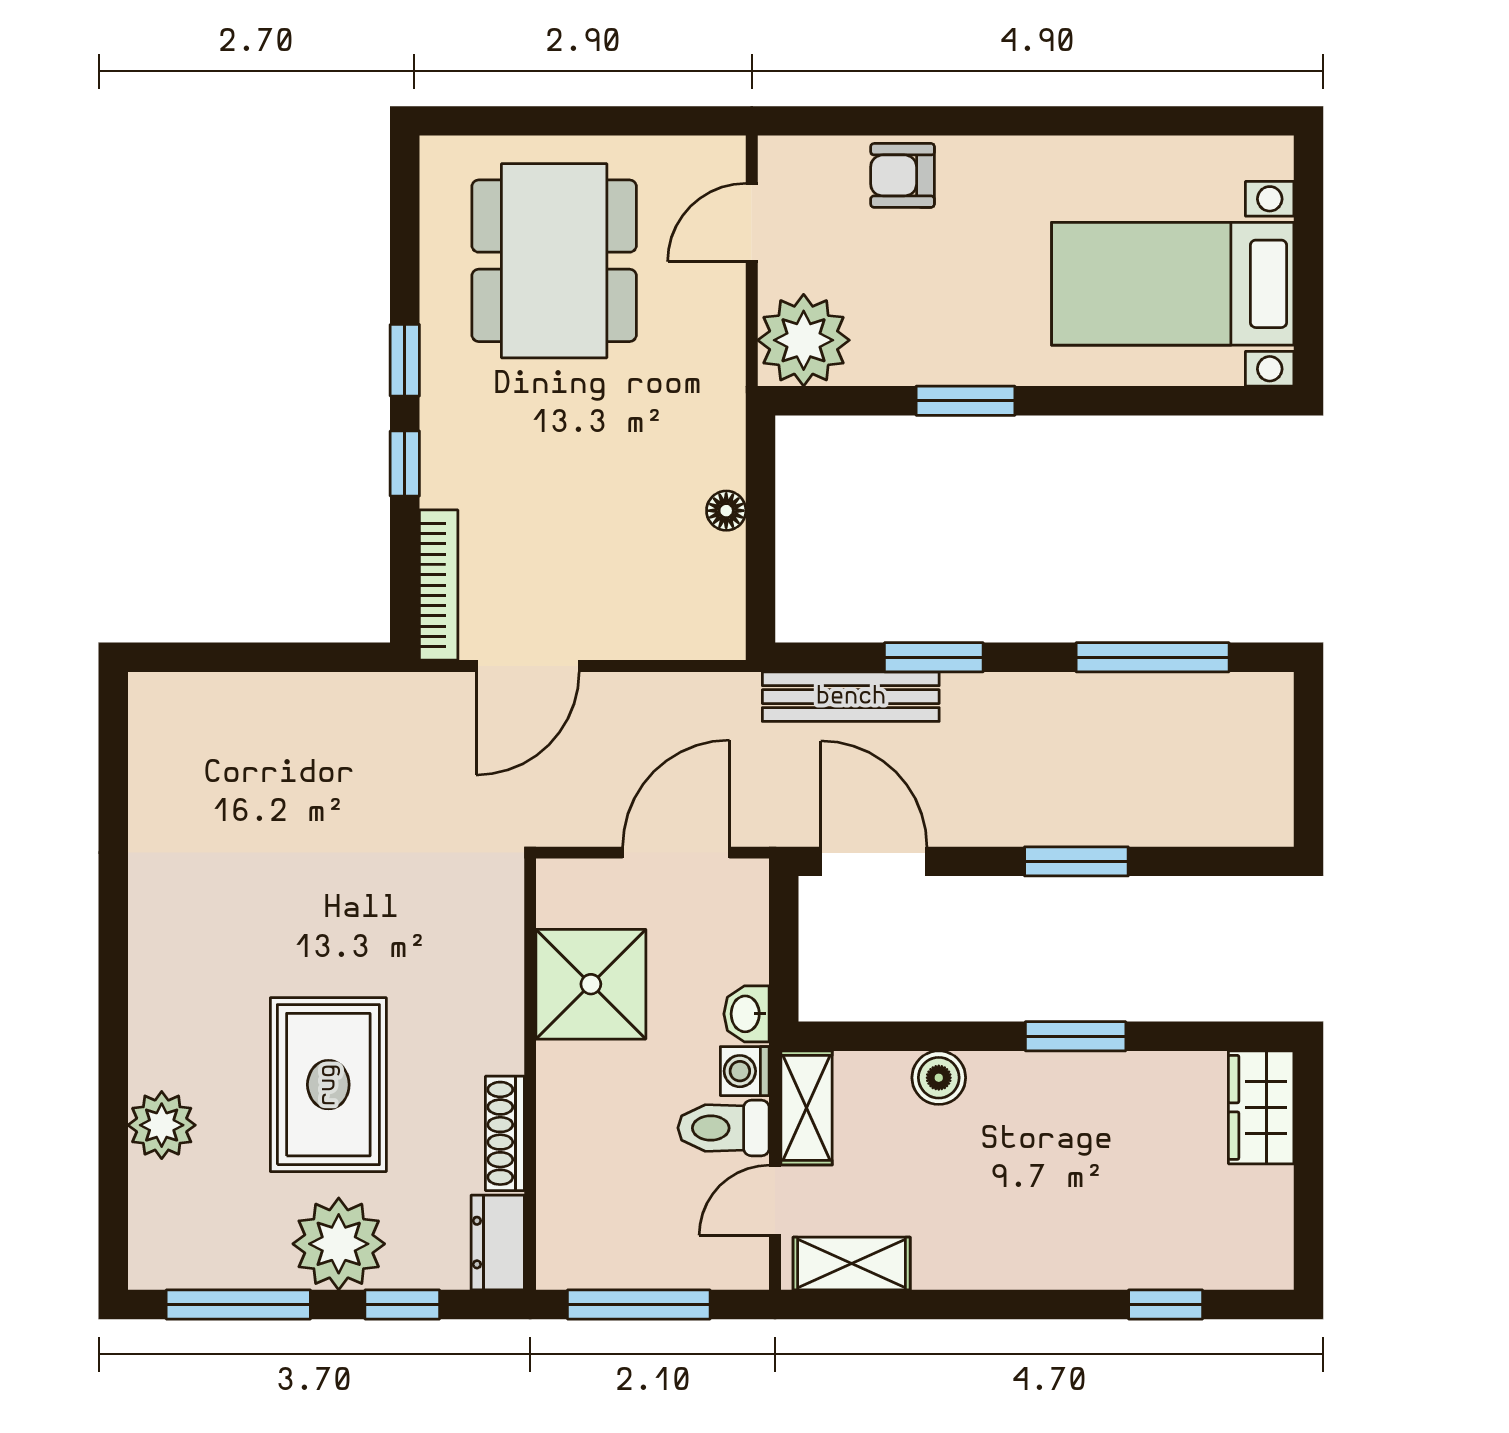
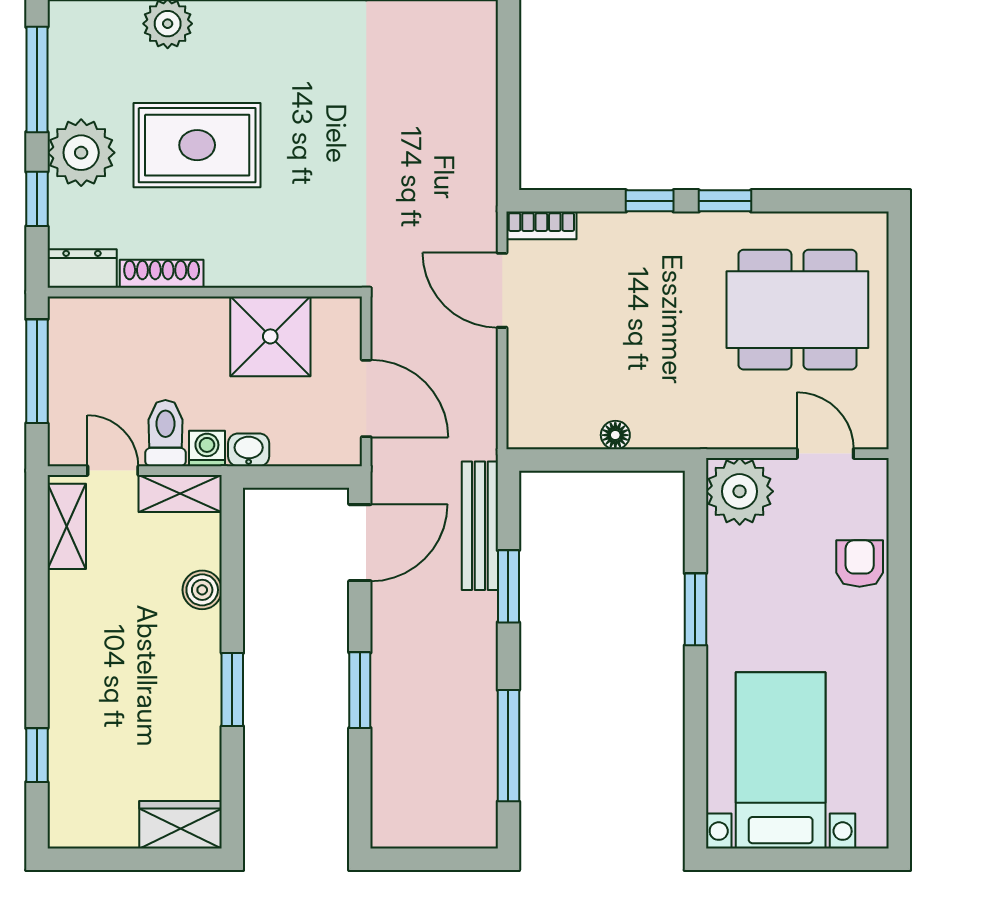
bookcase: (439, 585) -> (541, 225), width x0.64

